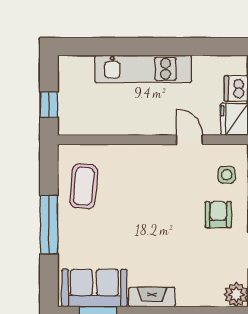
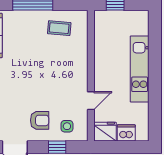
coffee table: (84, 186) -> (59, 28), width x0.73, depth x0.77

